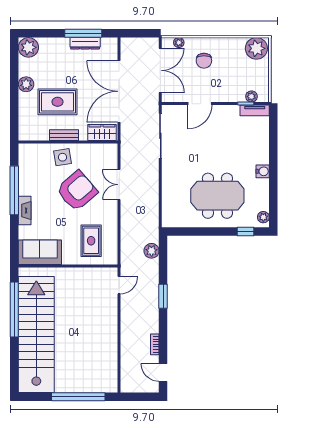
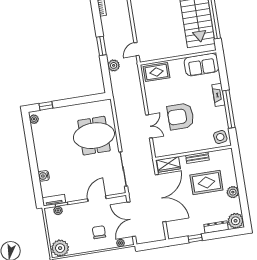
window: (83, 33) -> (195, 238), width x0.46
dresser: (85, 43) -> (216, 227), moved
side table: (62, 157) -> (220, 137), moved
water cooler: (263, 171) -> (44, 176), moved
armchair: (77, 191) -> (181, 116), turned 41
meeting table: (217, 196) -> (94, 136), moved
rug: (91, 241) -> (156, 72), moved, turned 90
plant: (152, 251) -> (114, 65), moved

